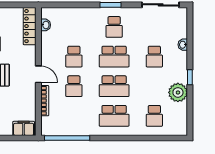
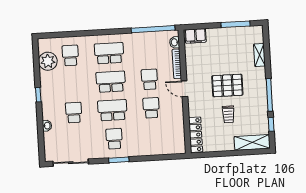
washbasin: (46, 25) -> (175, 42), moved
plant: (178, 92) -> (48, 61), moved

